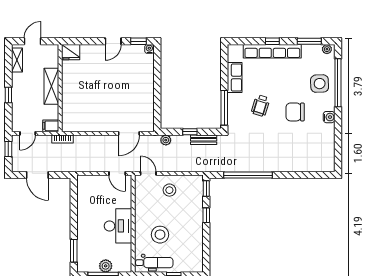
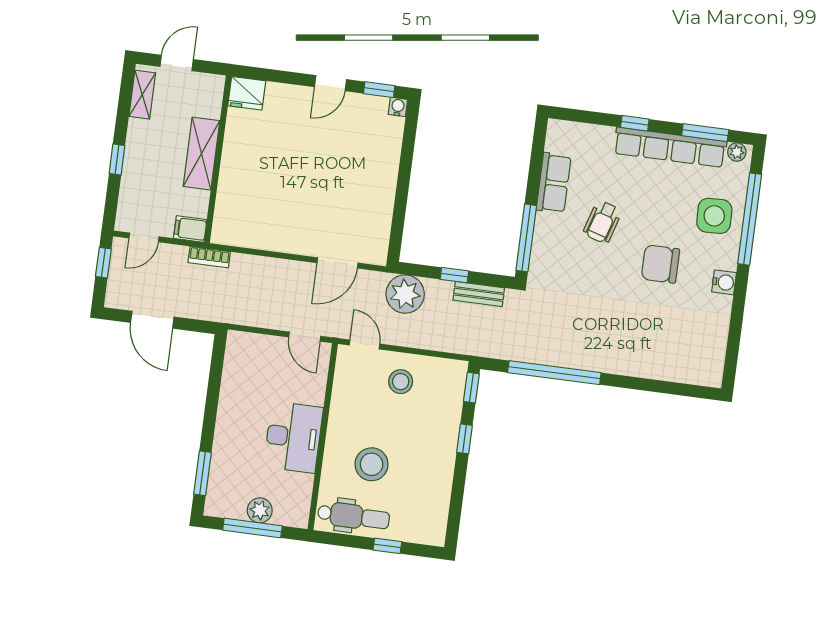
row of seats: (272, 51) -> (670, 147), moved
wheelchair: (261, 106) -> (602, 222), moved
plant: (166, 140) -> (405, 294), width x1.88, depth x1.88

